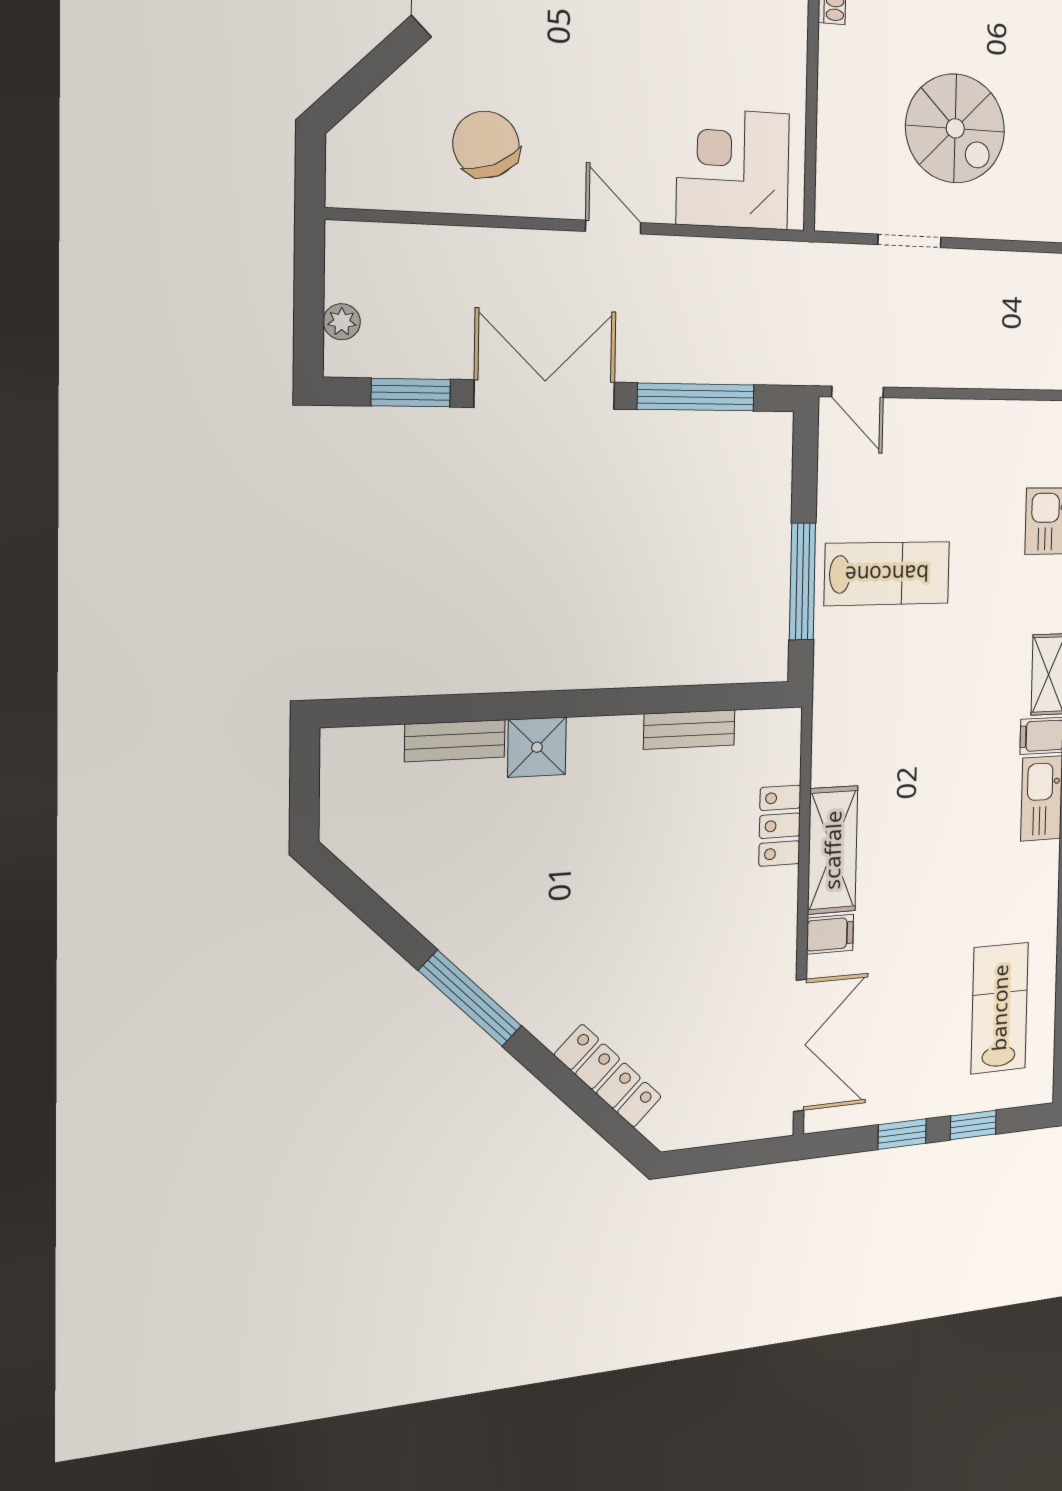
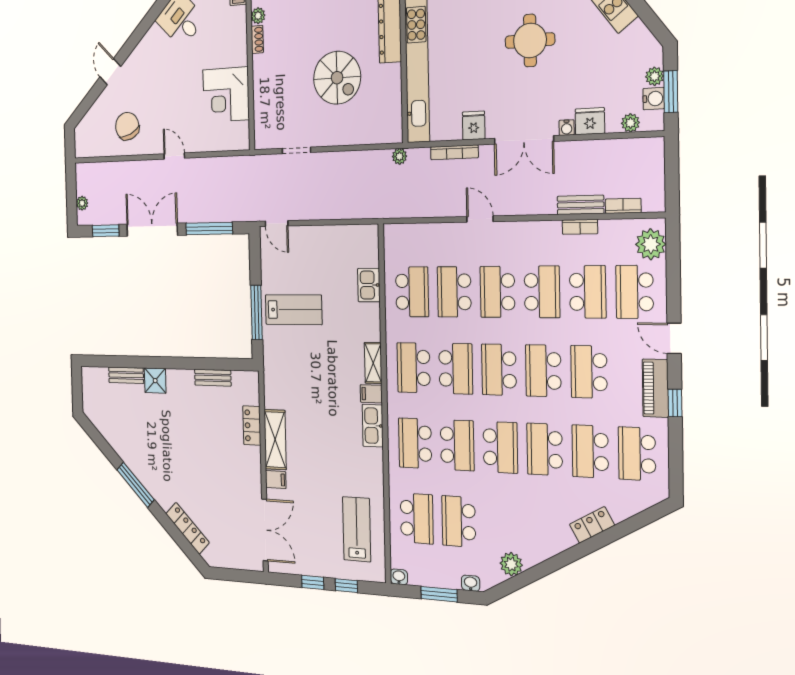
spiral stairs: (955, 128) -> (337, 78), moved
corner desk: (733, 169) -> (226, 95), moved, turned -90

